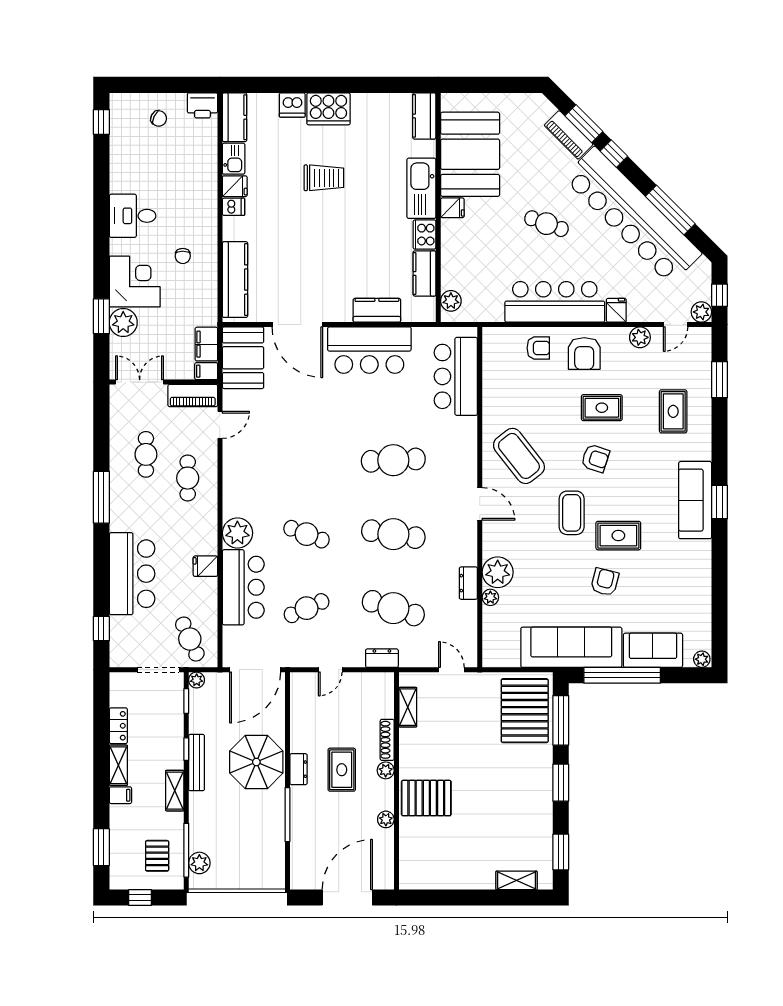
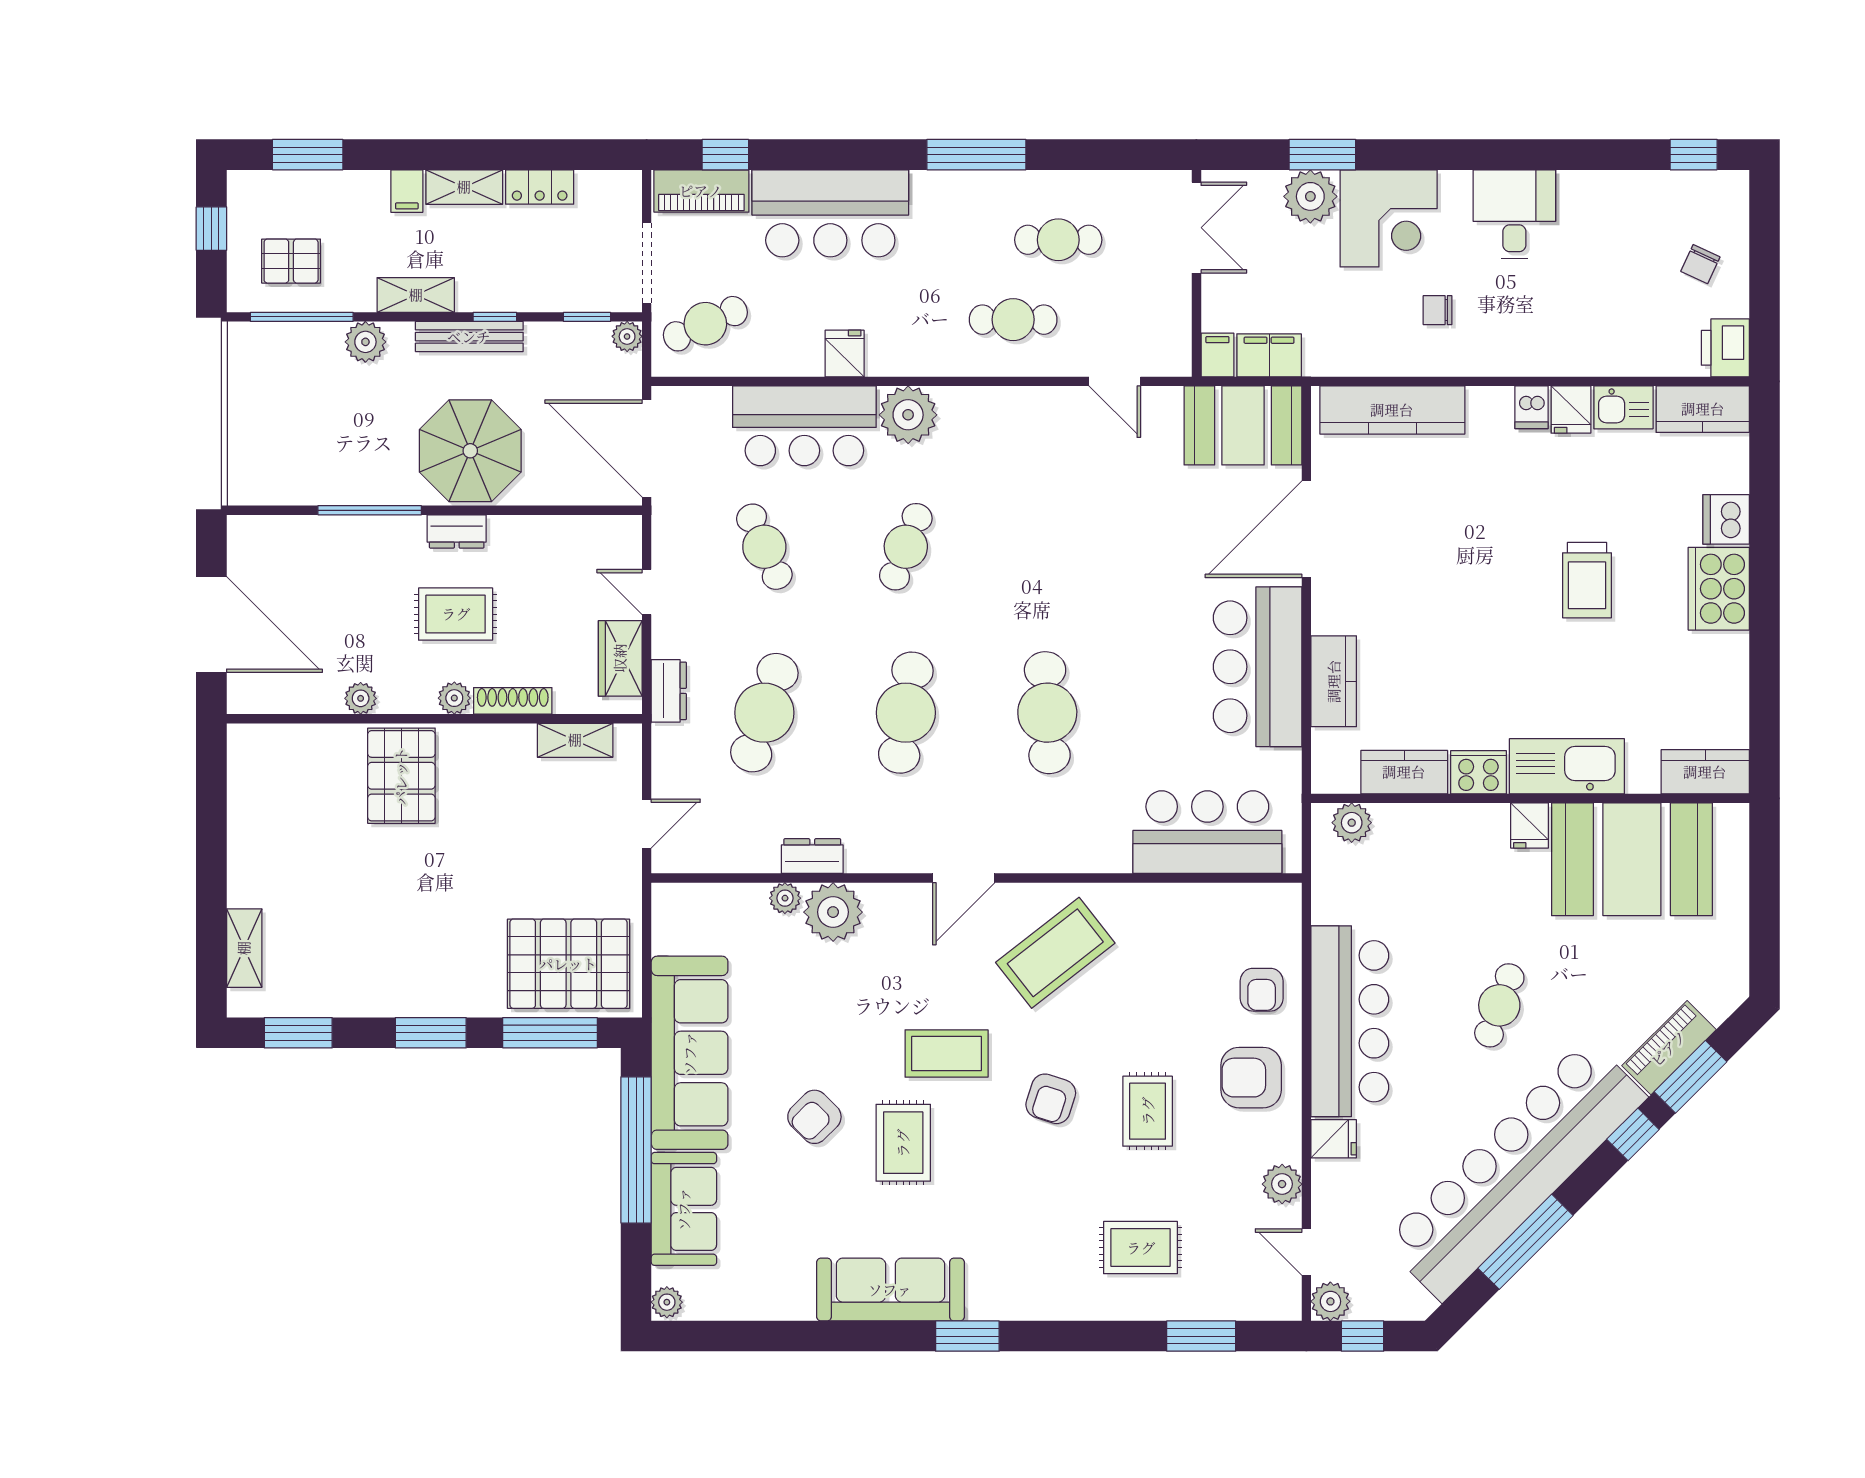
piano: (193, 396) -> (701, 191), moved, turned -90
sofa: (695, 500) -> (890, 1290), moved
armchair: (605, 582) -> (814, 1117), turned 121
wardrobe: (365, 684) -> (620, 658), added
plant: (199, 863) -> (365, 342), moved

